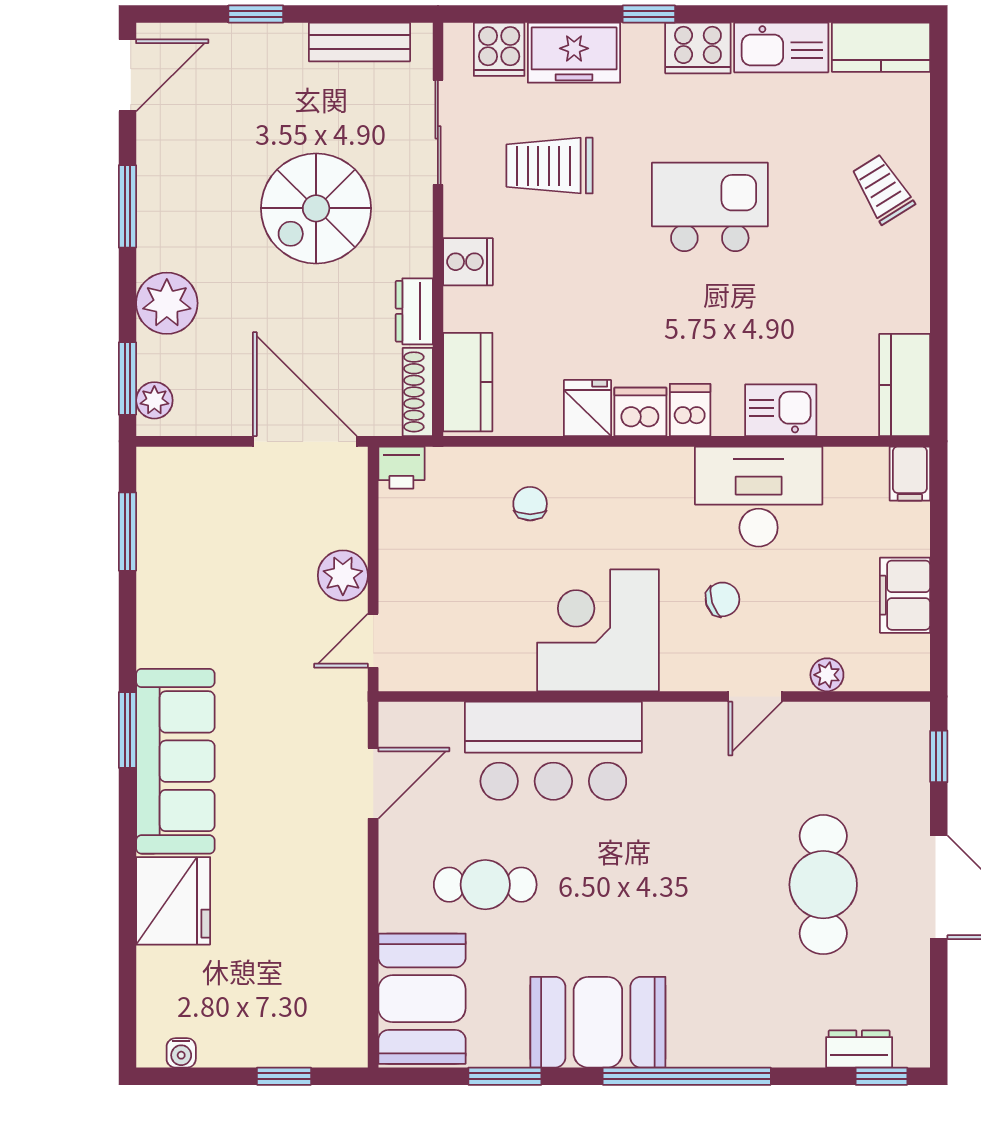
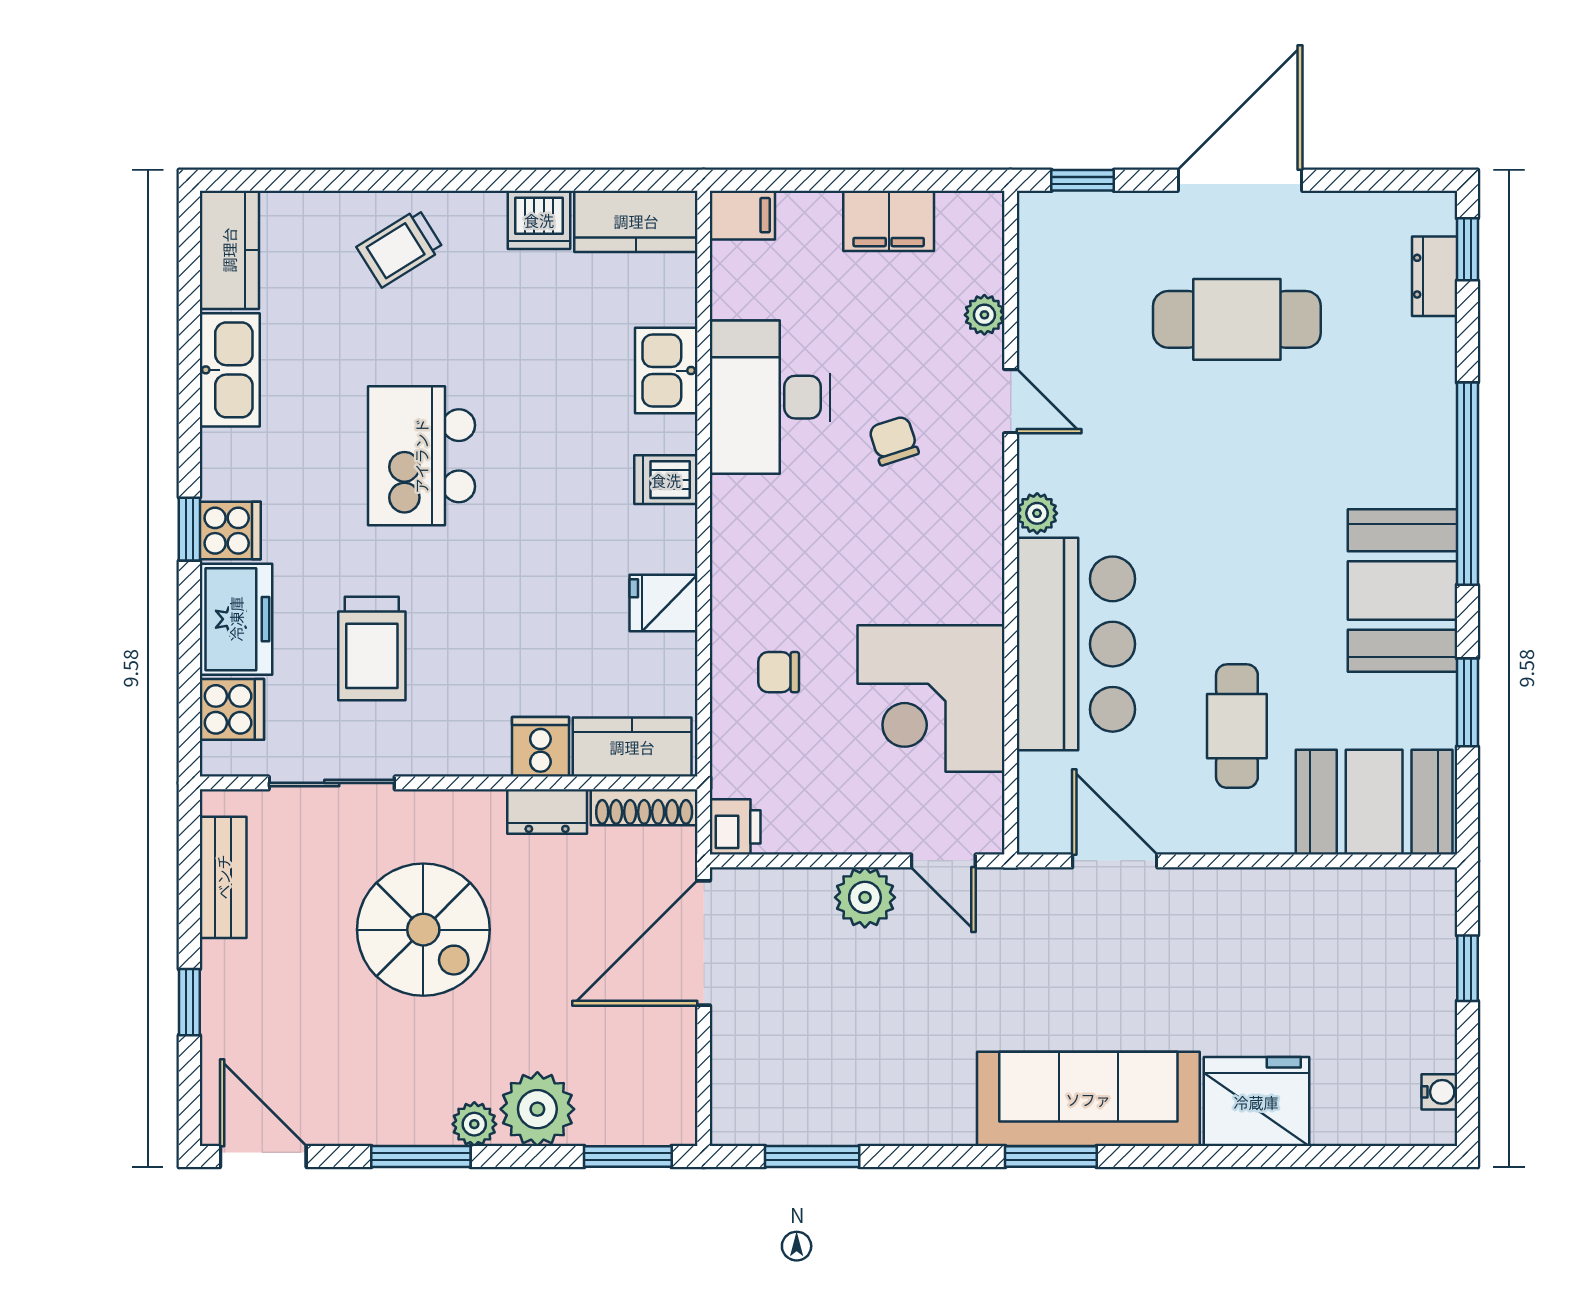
cooker: (698, 48) -> (230, 531), moved, width x0.73
cooker: (468, 262) -> (540, 747), moved
plant: (154, 400) -> (474, 1124), moved
dishwasher: (640, 412) -> (539, 220), moved, turned -90
corner desk: (598, 630) -> (931, 699), moved
plant: (662, 718) -> (1037, 513), added

